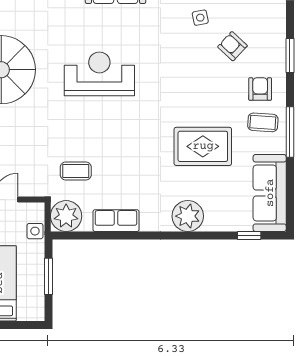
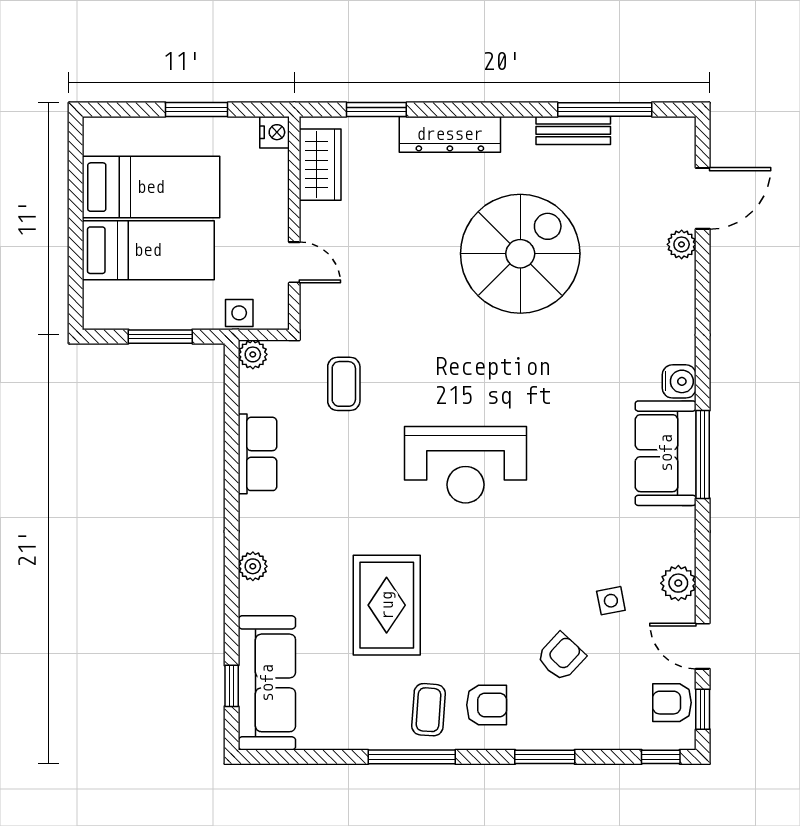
reception desk: (99, 74) -> (465, 465), moved, turned 90
sofa: (270, 193) -> (267, 683), moved, turned 90
plant: (66, 216) -> (253, 354), width x0.53, depth x0.53
plant: (188, 216) -> (253, 566), width x0.53, depth x0.53

